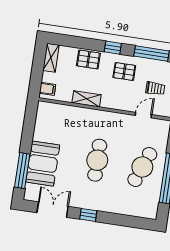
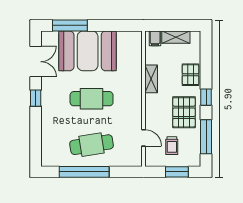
shelving: (51, 58) -> (176, 37), moved
pallet: (124, 71) -> (184, 112), width x1.50, depth x1.42
booth: (43, 164) -> (88, 51), width x1.36, depth x1.42
cafe table: (142, 167) -> (92, 145), turned -30

